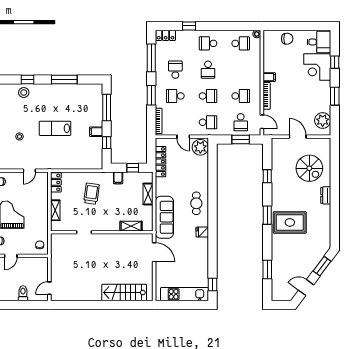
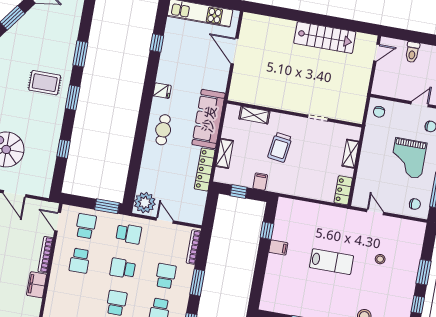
filing cabinet: (269, 77) -> (37, 285), width x2.00
school desk: (175, 96) -> (166, 276), turned -90
school desk: (241, 96) -> (80, 261), turned -90
window: (107, 108) -> (259, 277), removed
school desk: (208, 122) -> (129, 234), turned 180
window: (241, 140) -> (107, 206), moved
locker: (161, 162) -> (205, 169), moved
door: (29, 171) -> (375, 212), hinge flipped
trolley: (91, 194) -> (280, 147), moved
rug: (290, 222) -> (45, 83), width x0.73, depth x0.70
door: (154, 252) -> (235, 51), moved
window: (267, 270) -> (80, 54), moved
window: (212, 285) -> (157, 43), moved
stairs: (124, 292) -> (325, 38), moved

